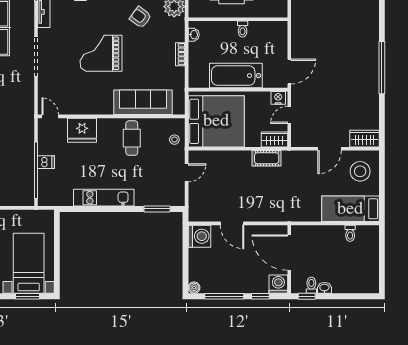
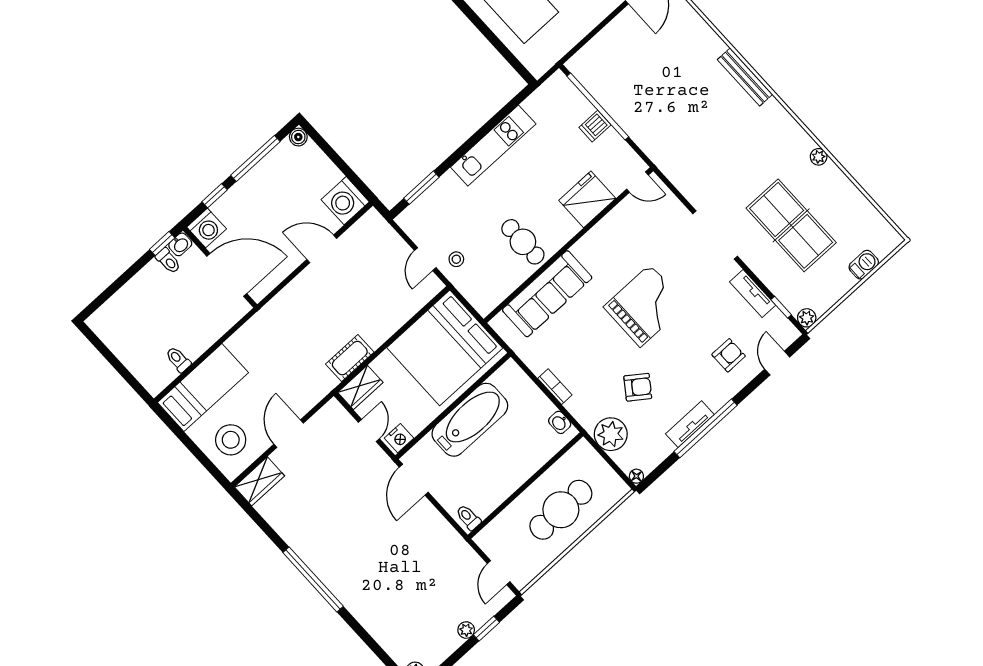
toilet: (243, 29) -> (468, 517), moved
stool: (174, 140) -> (456, 259), moved
washbasin: (324, 288) -> (180, 244), moved

